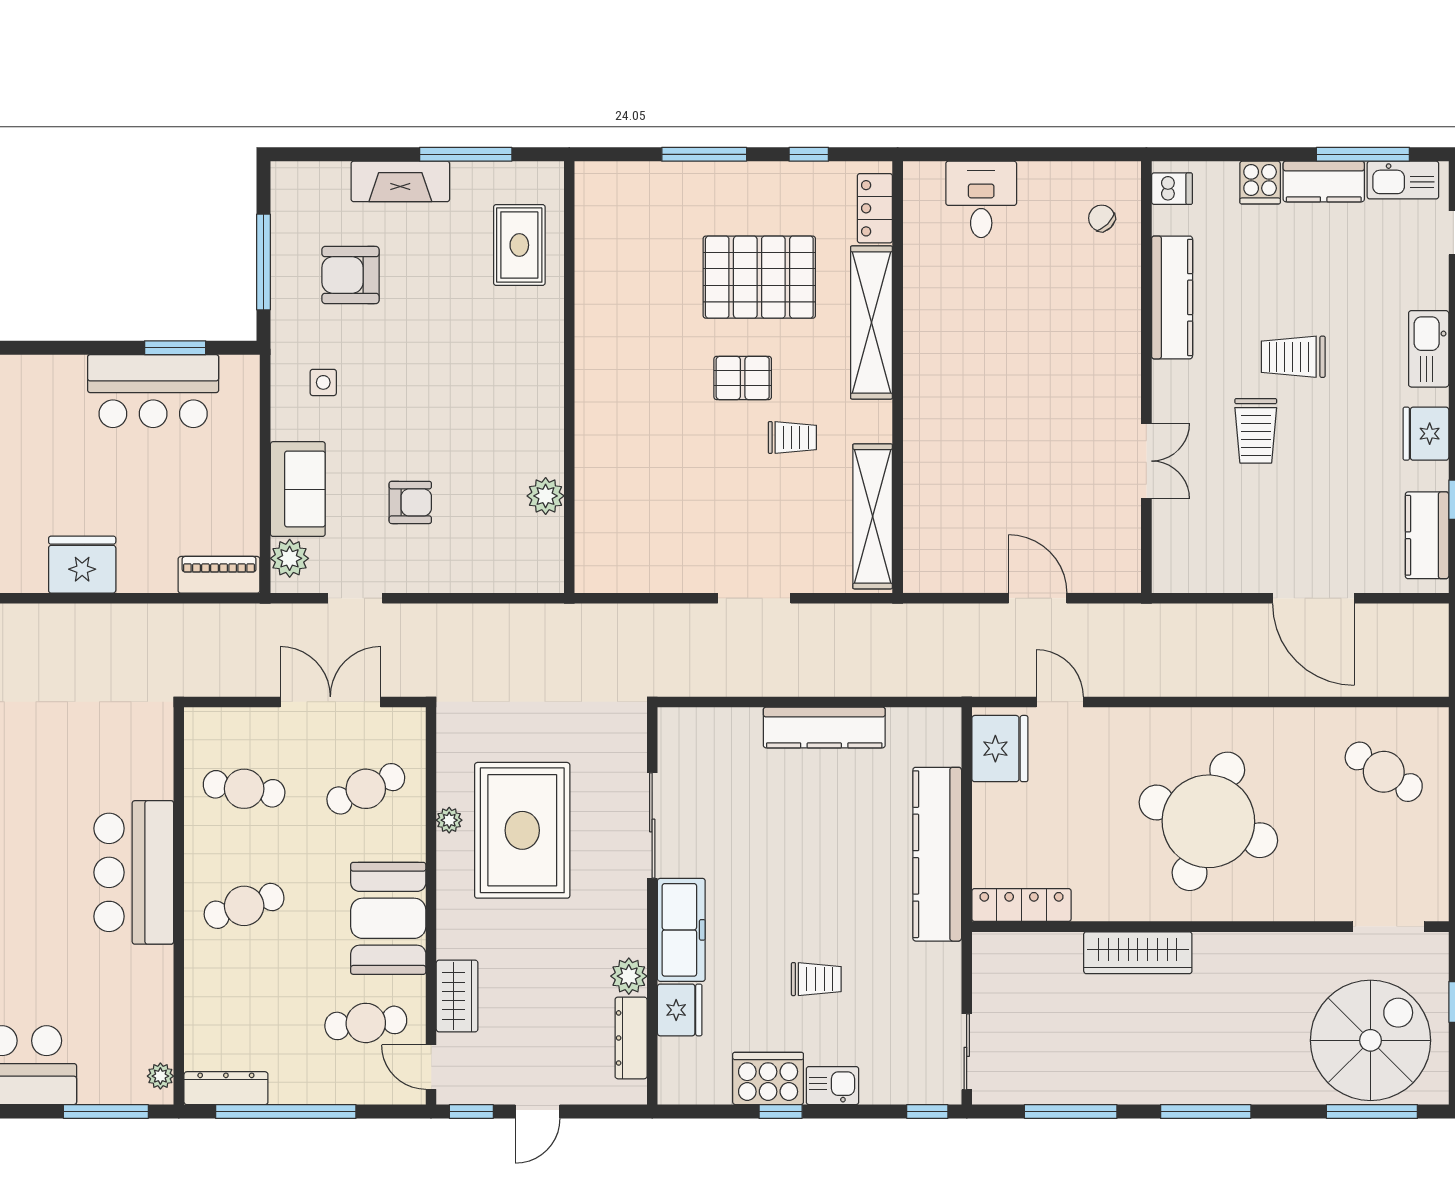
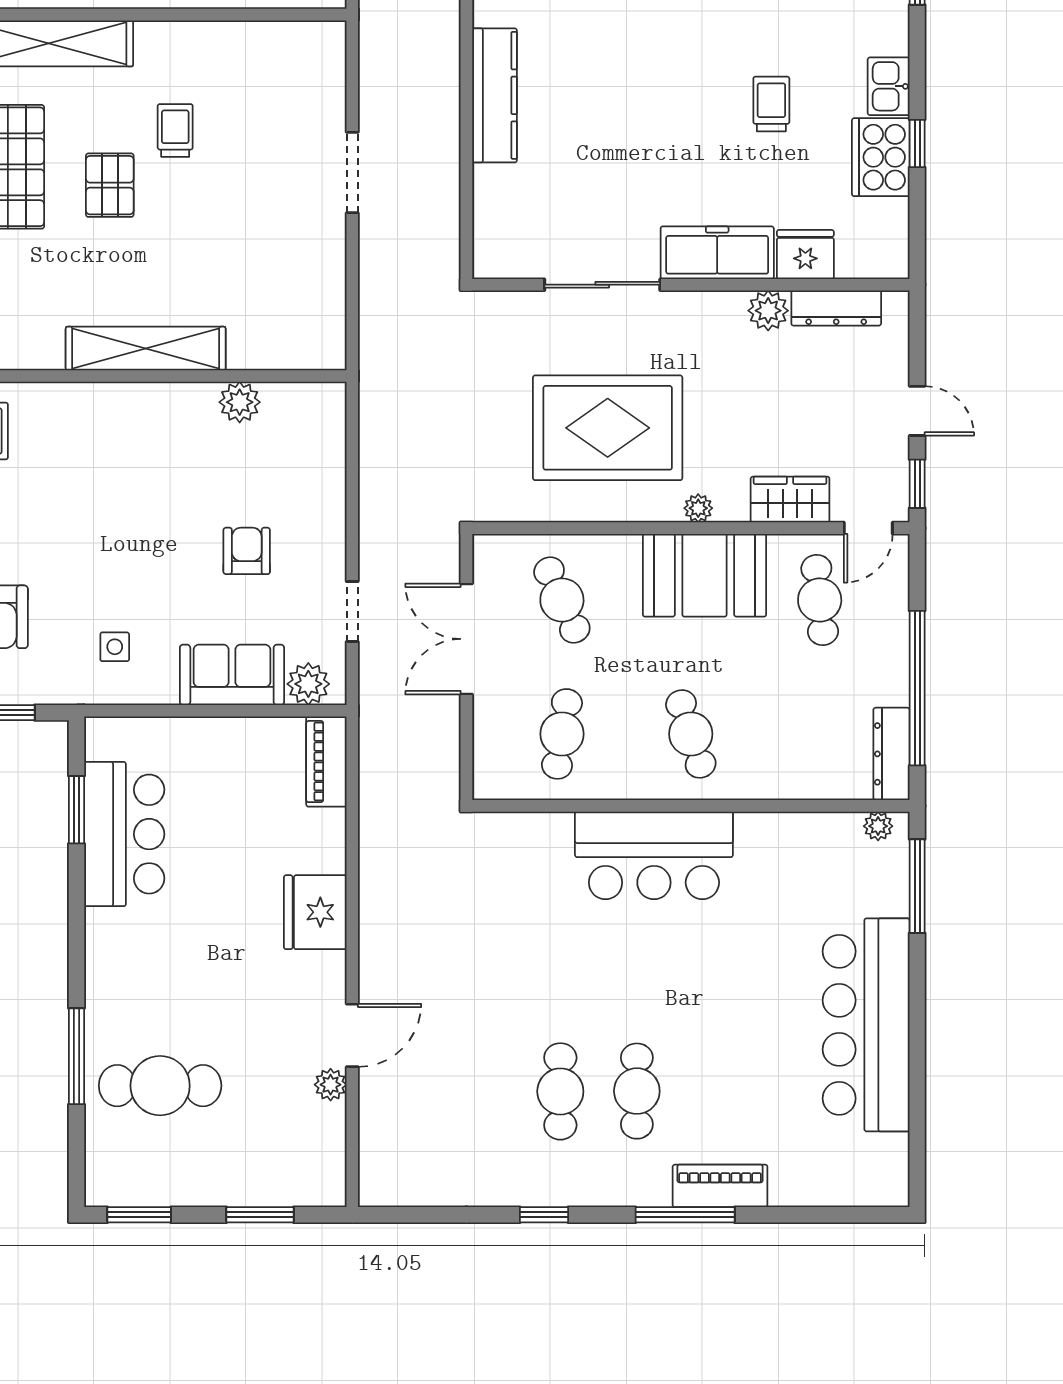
shelving: (873, 516) -> (146, 348), moved
plant: (449, 820) -> (698, 508), moved

